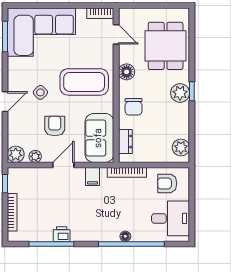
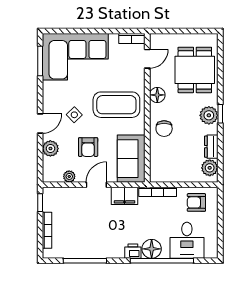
door: (116, 34) -> (147, 59), hinge flipped
armchair: (55, 126) -> (88, 147), turned 180
dresser: (125, 142) -> (211, 147), moved, turned 180
plant: (16, 154) -> (50, 148), moved
filing cabinet: (93, 176) -> (125, 196), width x2.00
desk: (171, 218) -> (187, 240), moved, turned 90
printer: (62, 234) -> (133, 251), moved
floor lamp: (125, 236) -> (152, 249), width x1.89, depth x1.89

